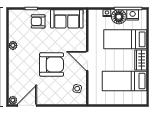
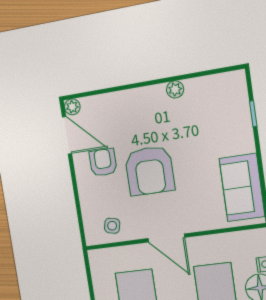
armchair: (38, 21) -> (103, 162), moved
door: (87, 61) -> (166, 238), swing flipped

